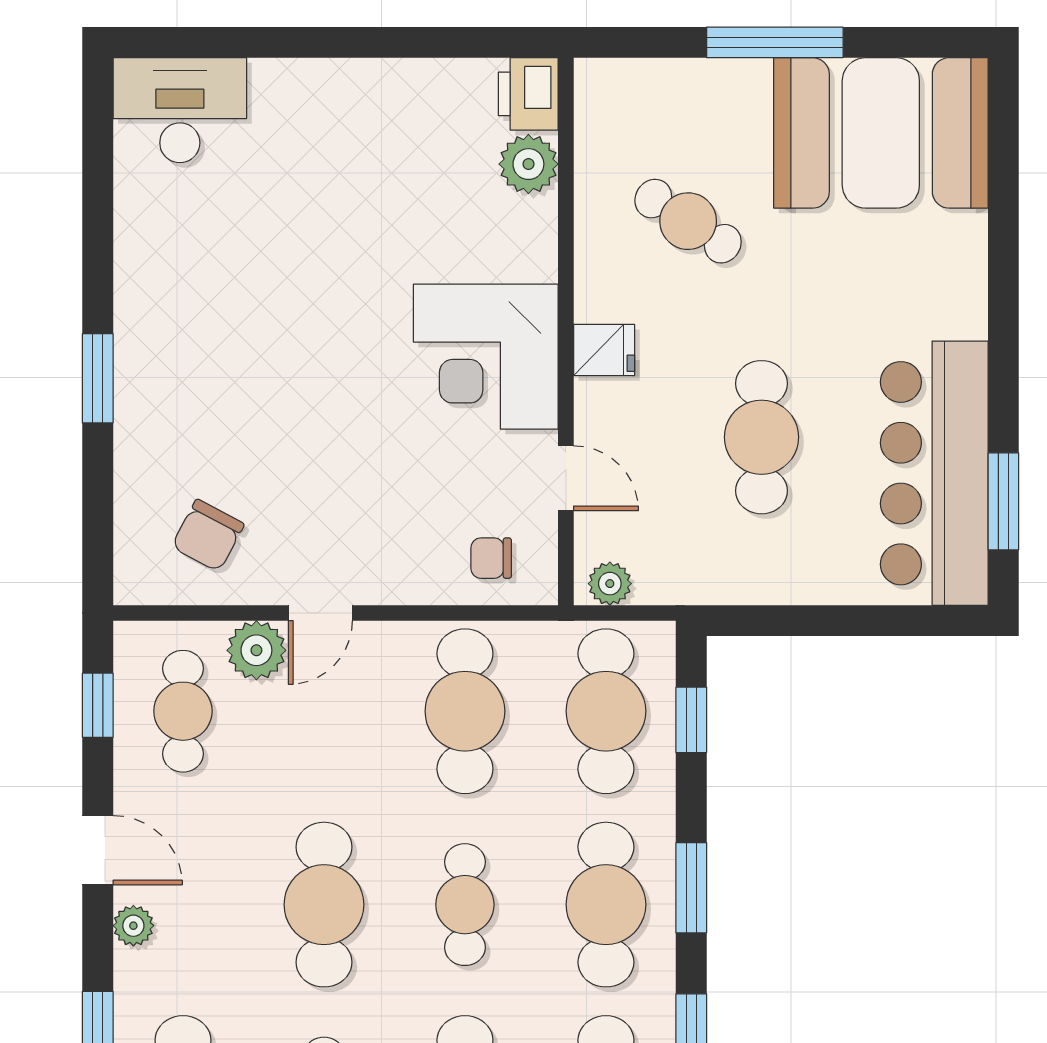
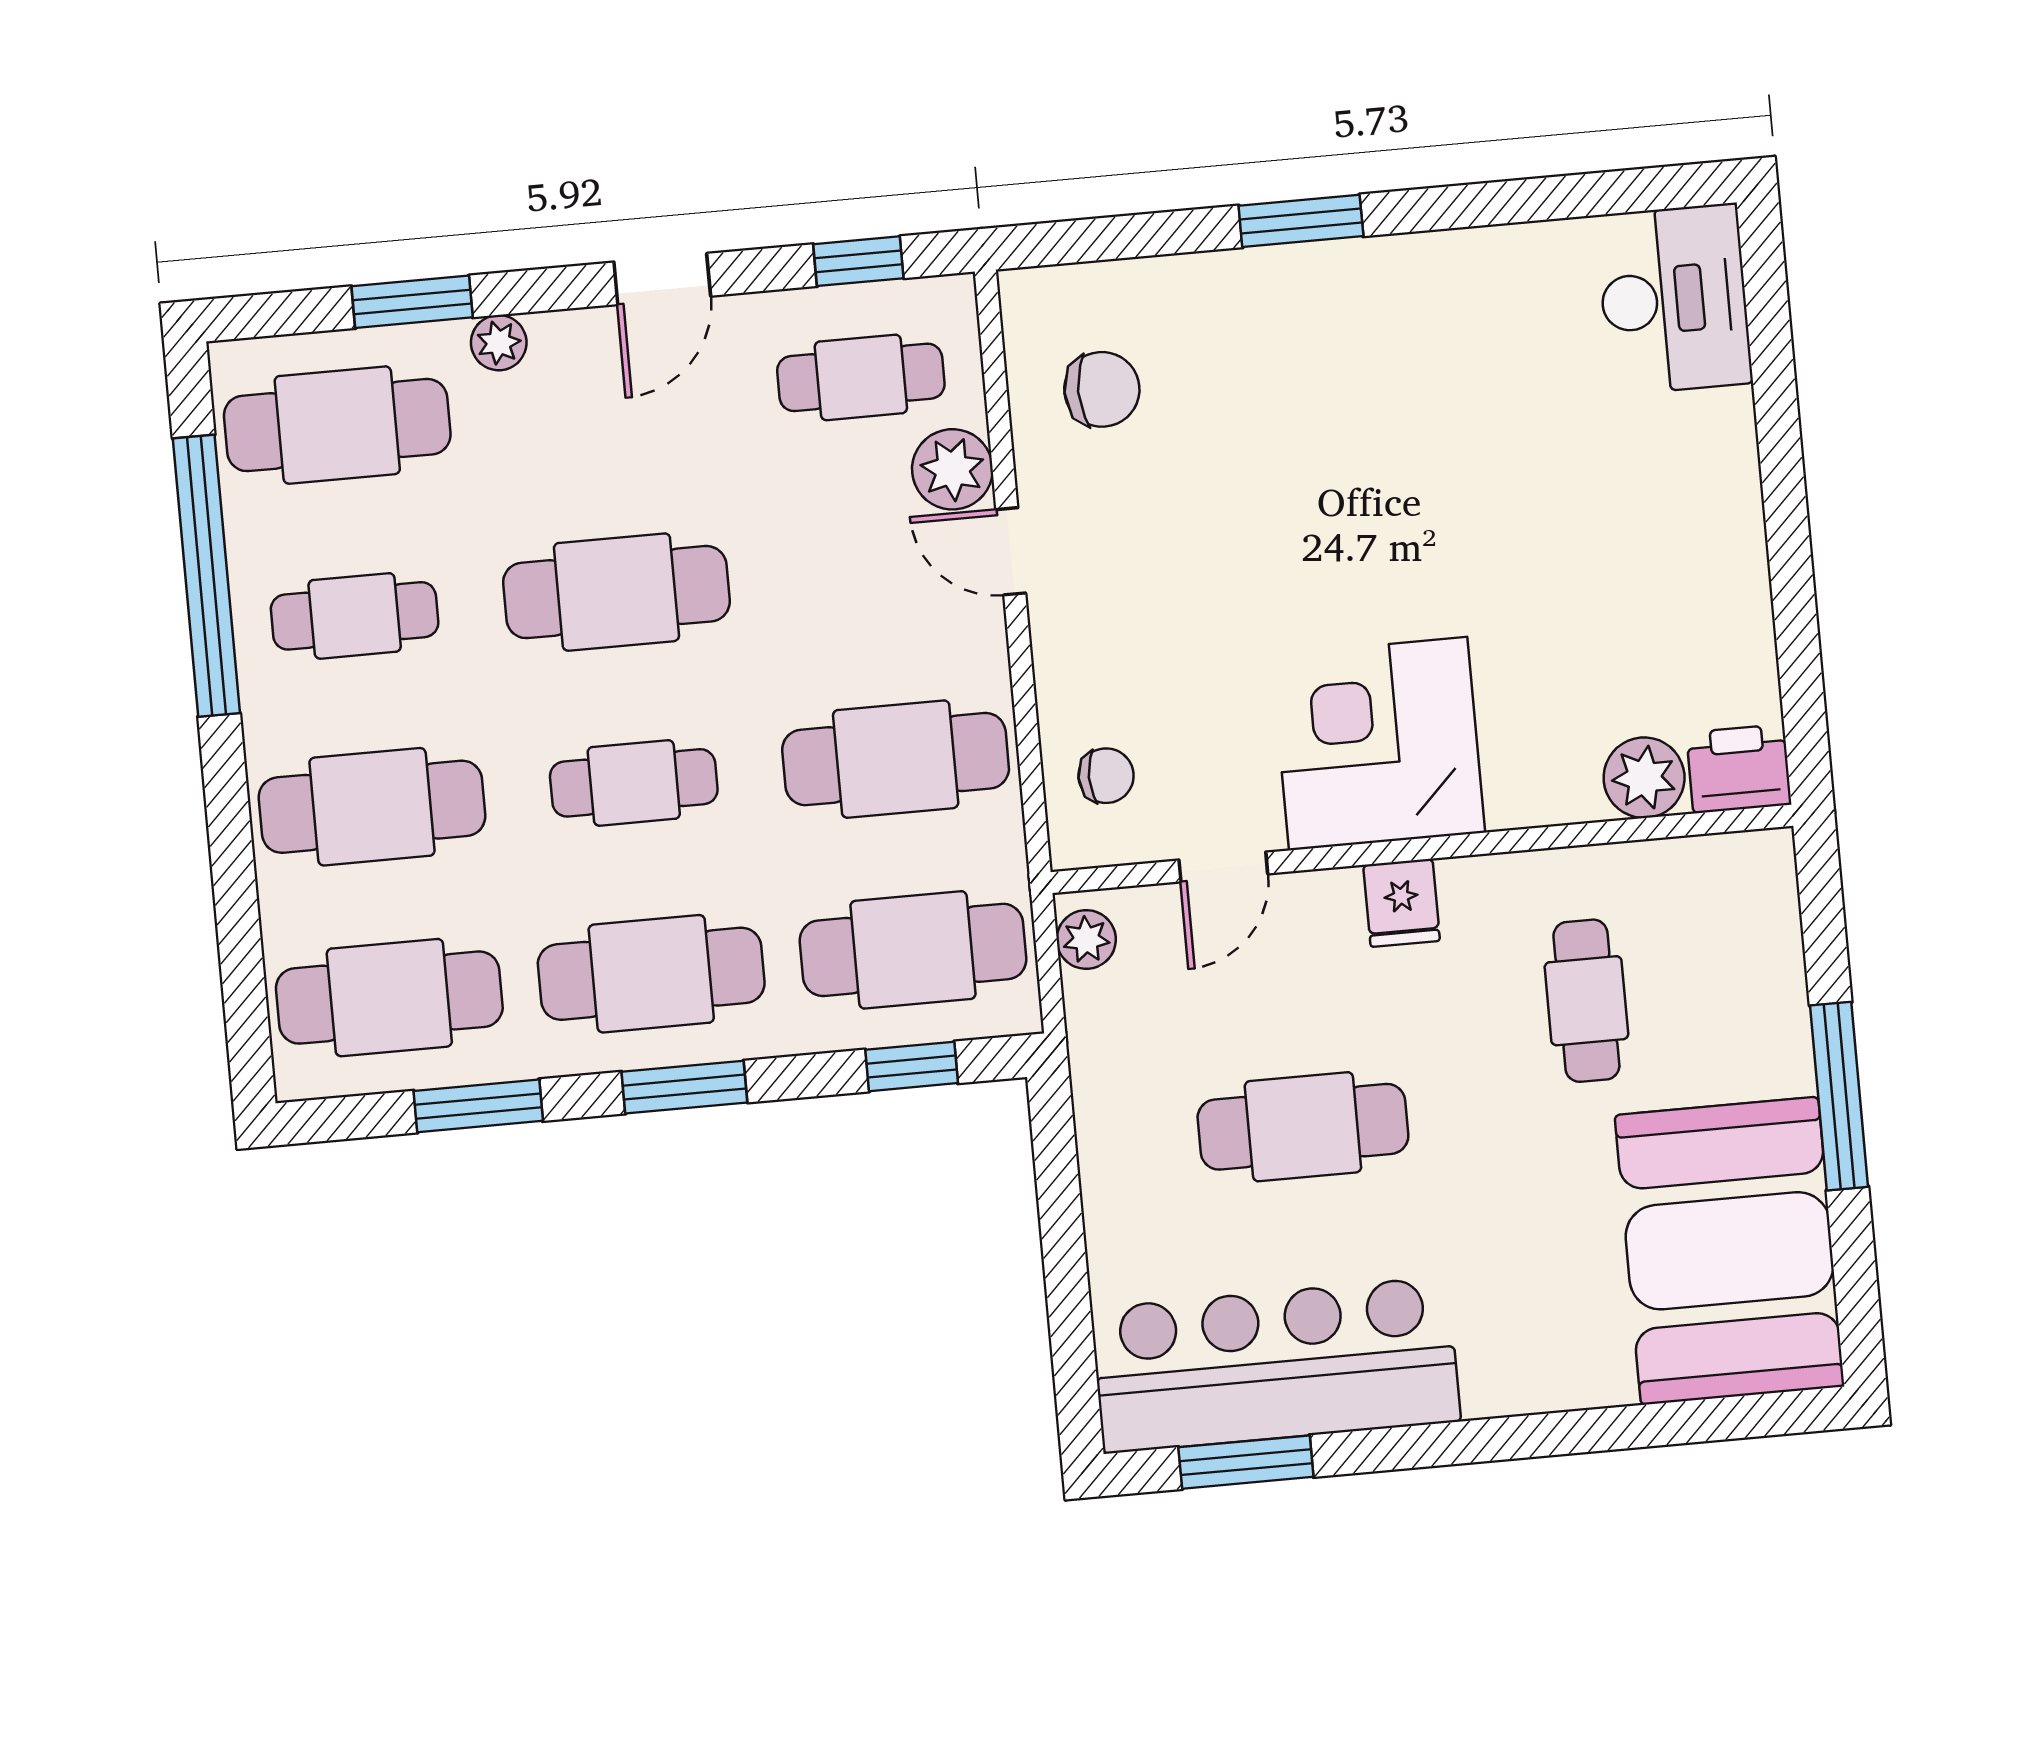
cafe table: (688, 221) -> (1586, 1001), turned -33
chair: (208, 535) -> (1102, 389), turned 152
chair: (491, 558) -> (1106, 776), turned 90
plant: (133, 926) -> (499, 343), moved

